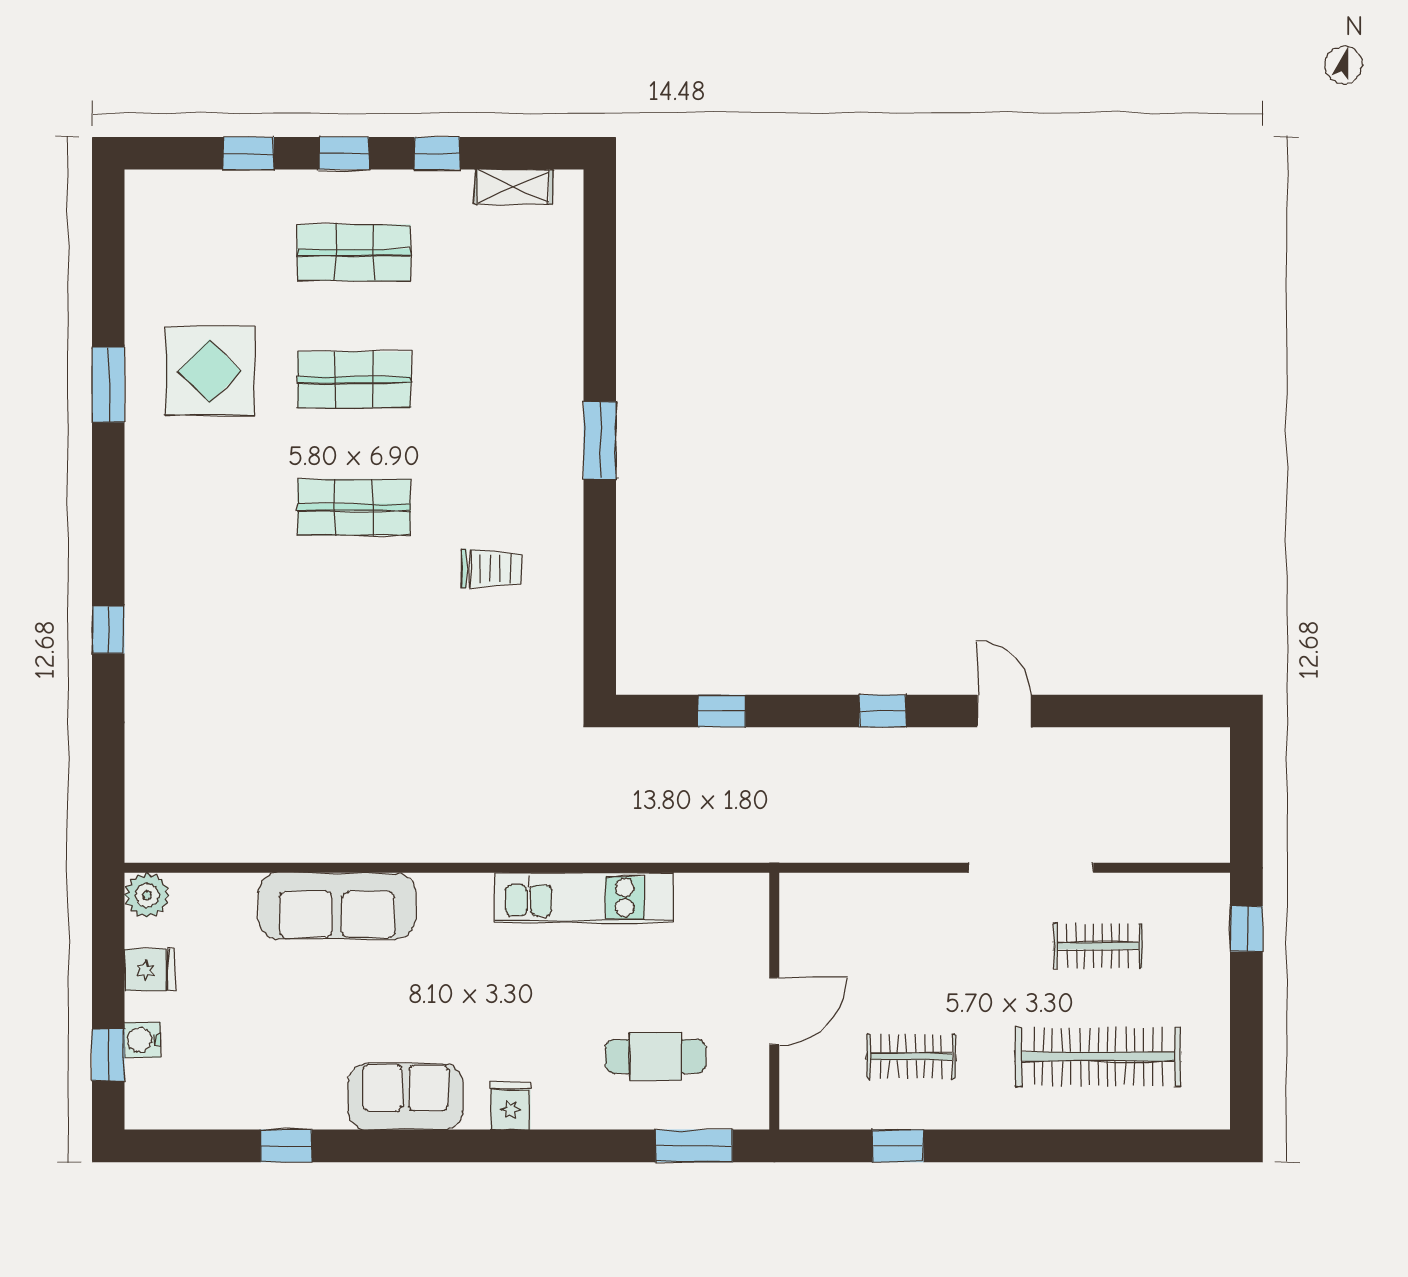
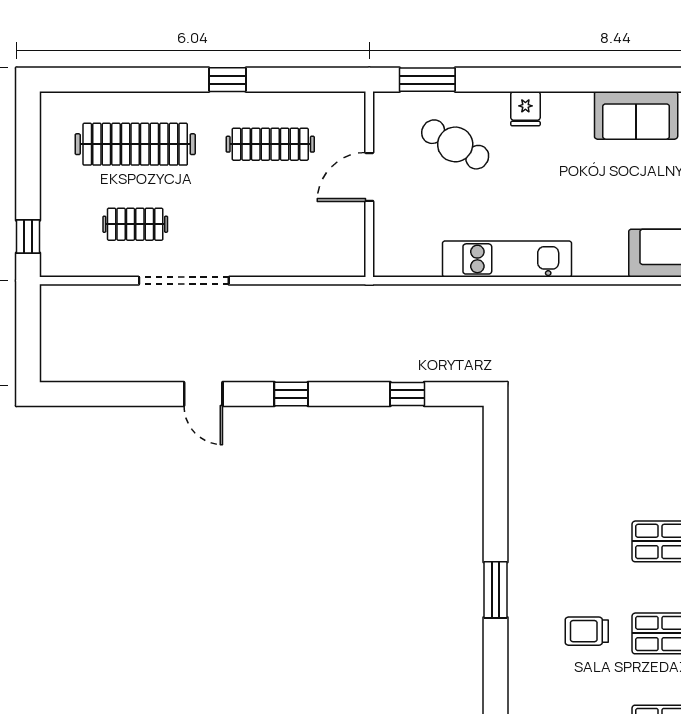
trolley: (491, 569) -> (587, 631), moved
cafe table: (655, 1056) -> (455, 144), turned 30
clothes rail: (911, 1057) -> (270, 144), width x1.36
fridge: (510, 1106) -> (525, 109), moved
window: (898, 1146) -> (227, 80), moved

